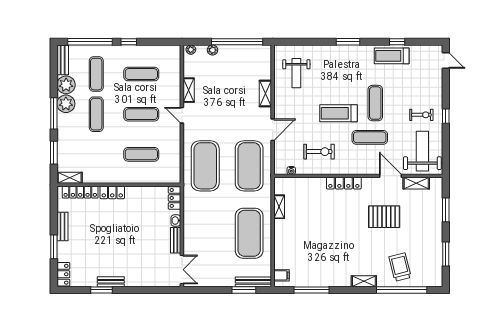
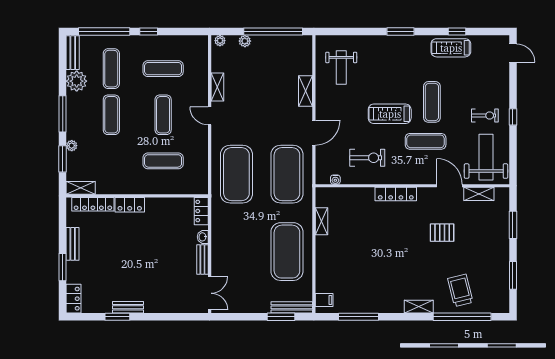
plant: (66, 104) -> (72, 146), moved, width x0.53, depth x0.53
exercise mat: (141, 114) -> (163, 115), turned 90
pallet: (384, 217) -> (442, 233), width x0.67, depth x0.71

